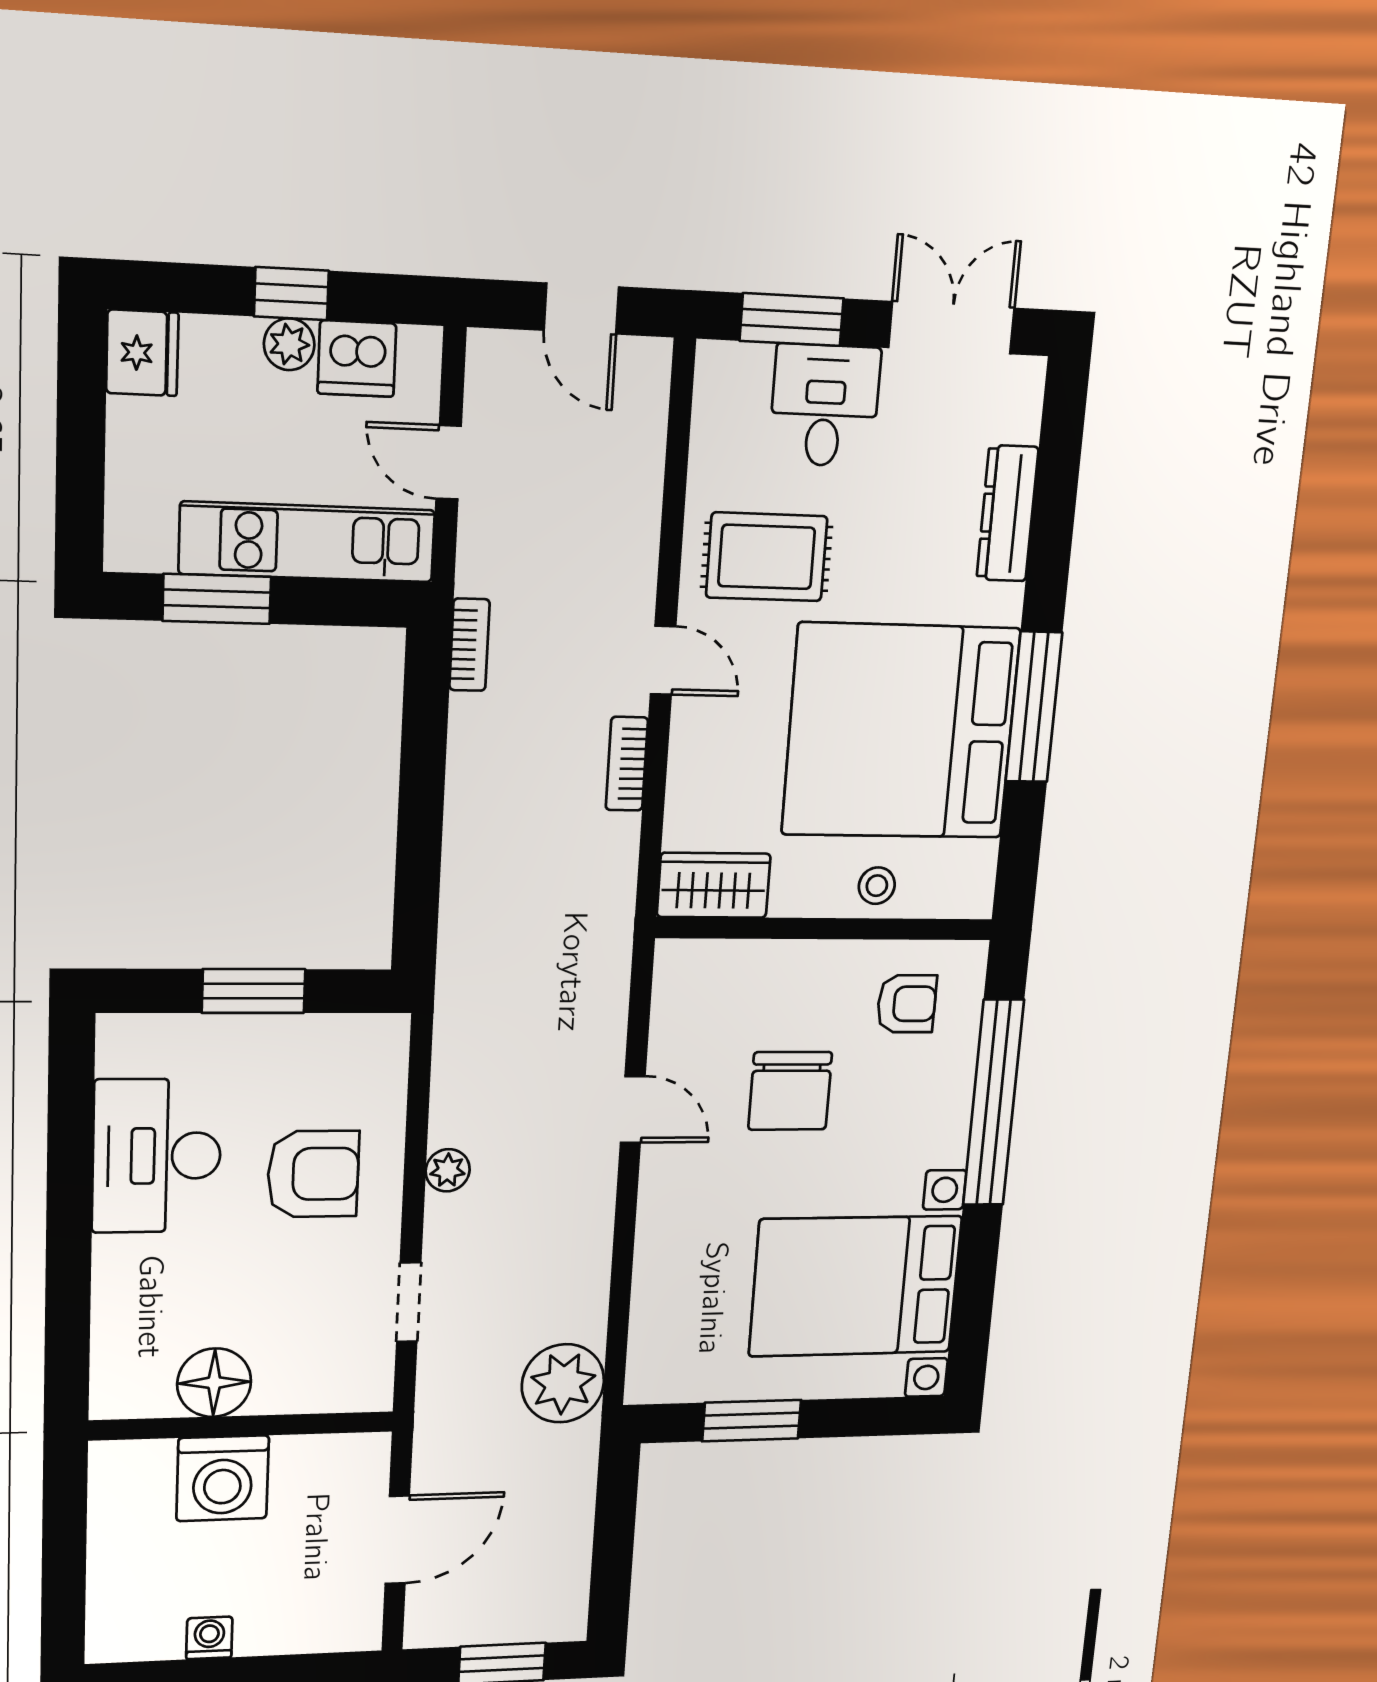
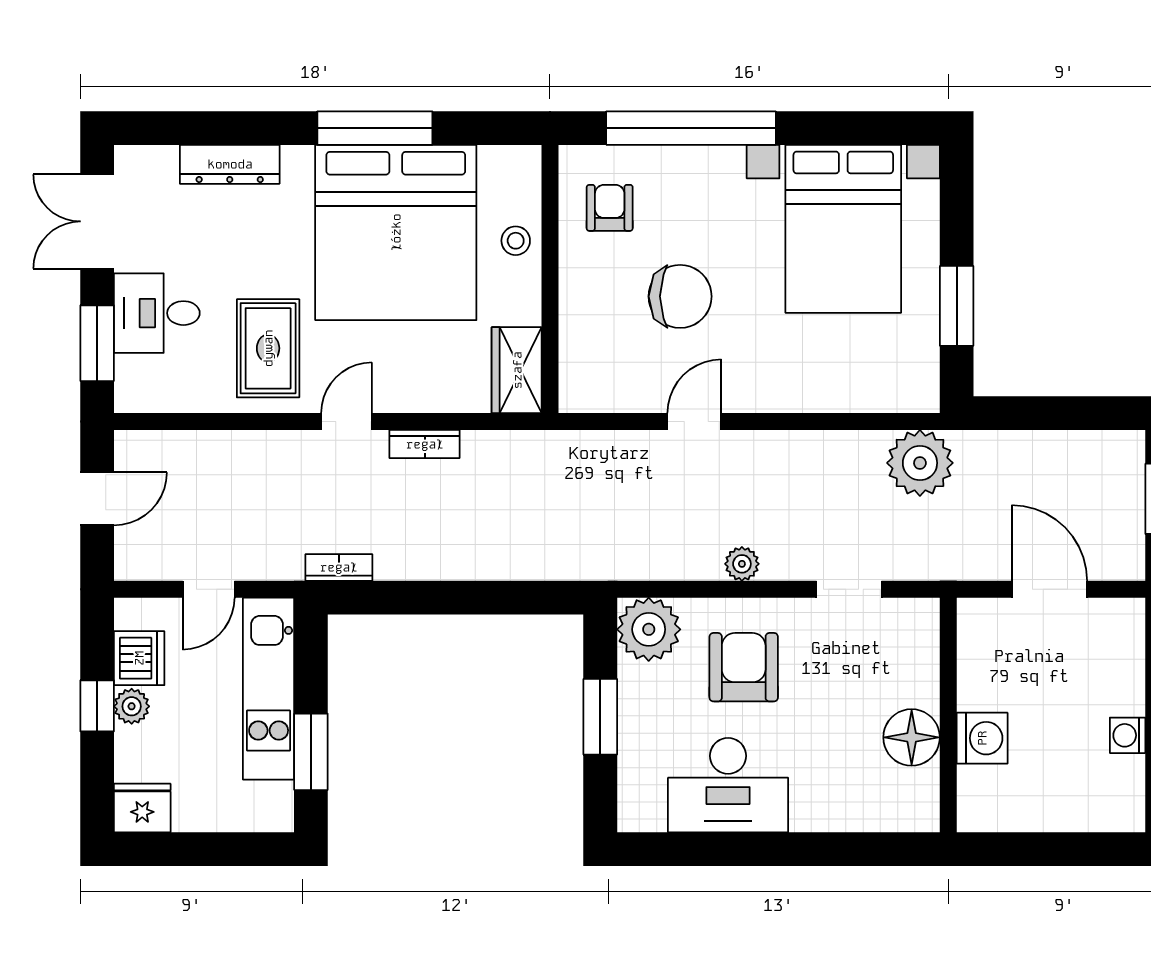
plant: (368, 1053) -> (649, 629), added
washing machine: (223, 1478) -> (982, 738), width x0.73, depth x0.73

